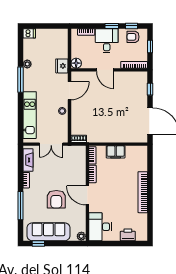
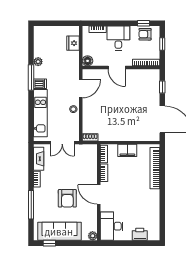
window: (112, 26) -> (123, 23), removed
dishwasher: (29, 33) -> (40, 84), moved
fridge: (62, 66) -> (73, 43), moved
bookcase: (143, 192) -> (155, 168), moved

